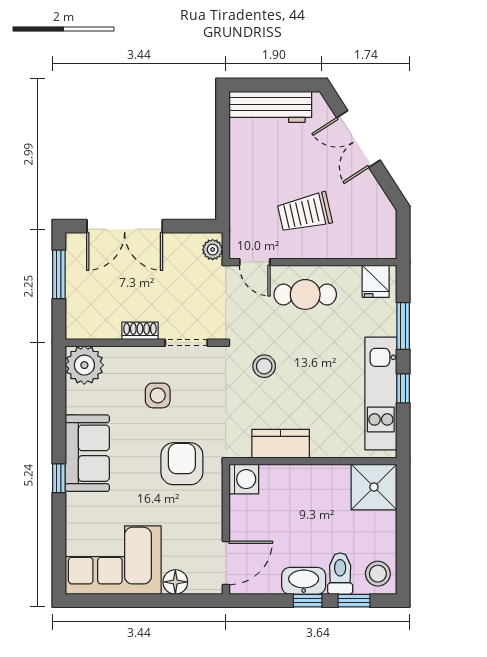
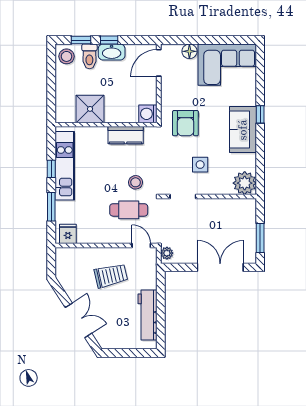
workbench: (270, 107) -> (147, 315), moved, turned -90
cafe table: (305, 294) -> (129, 210), moved
shoe rack: (140, 331) -> (211, 204), removed
shower: (374, 487) -> (90, 109), moved

